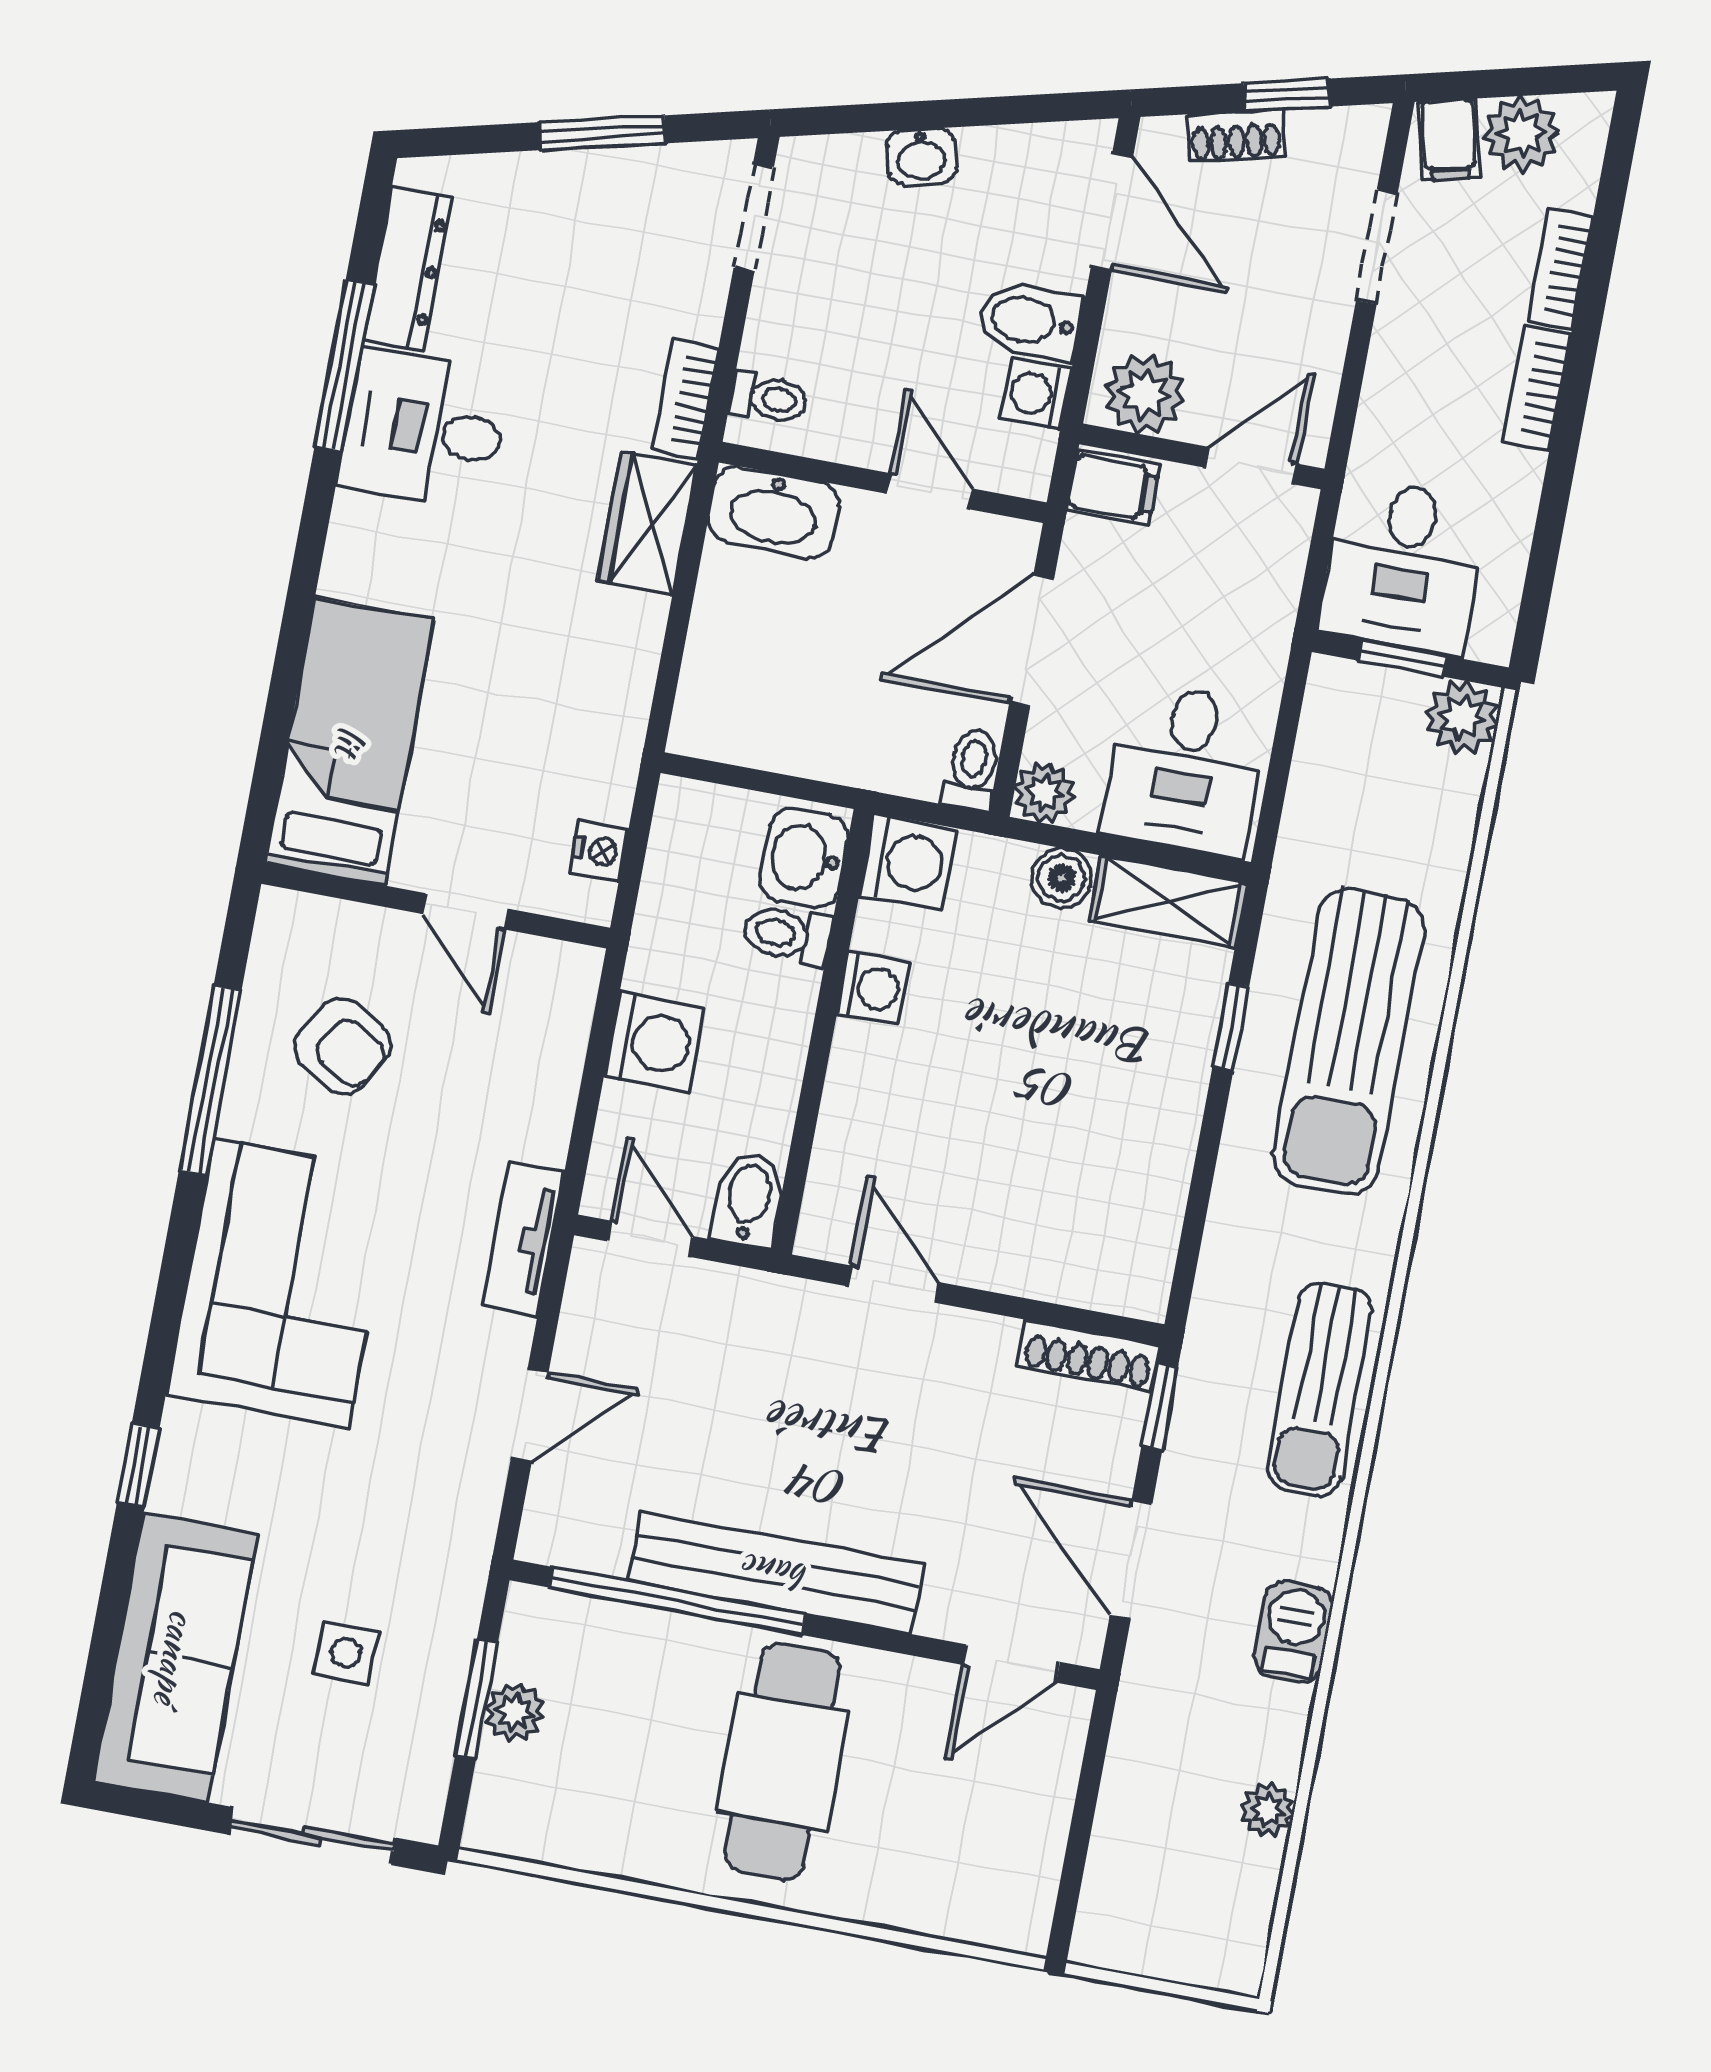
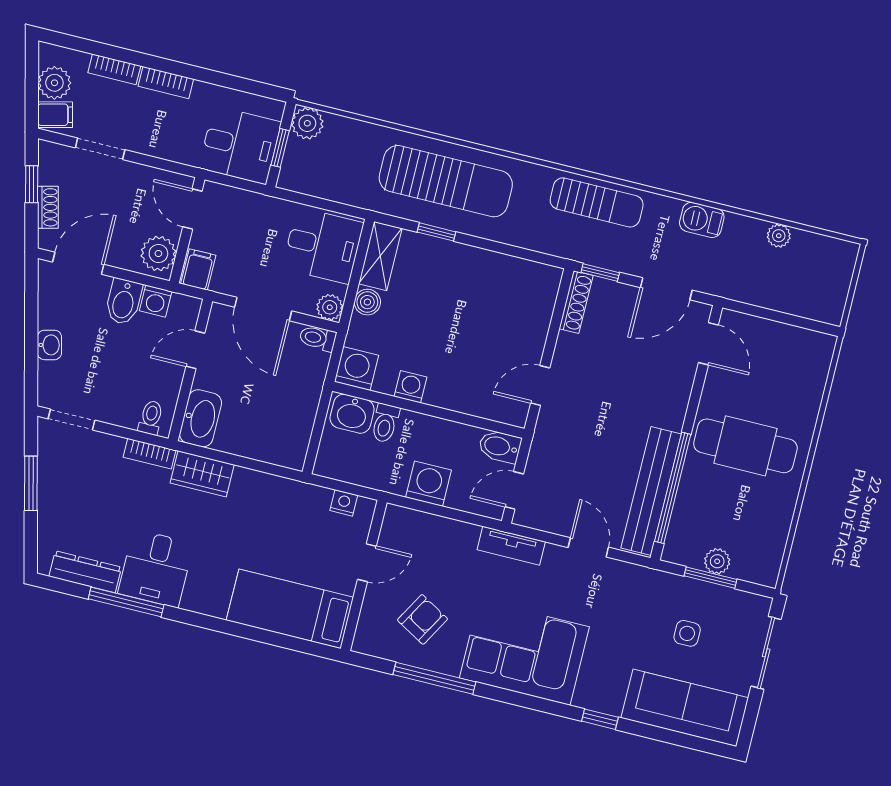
bench: (776, 1572) -> (651, 491), moved

